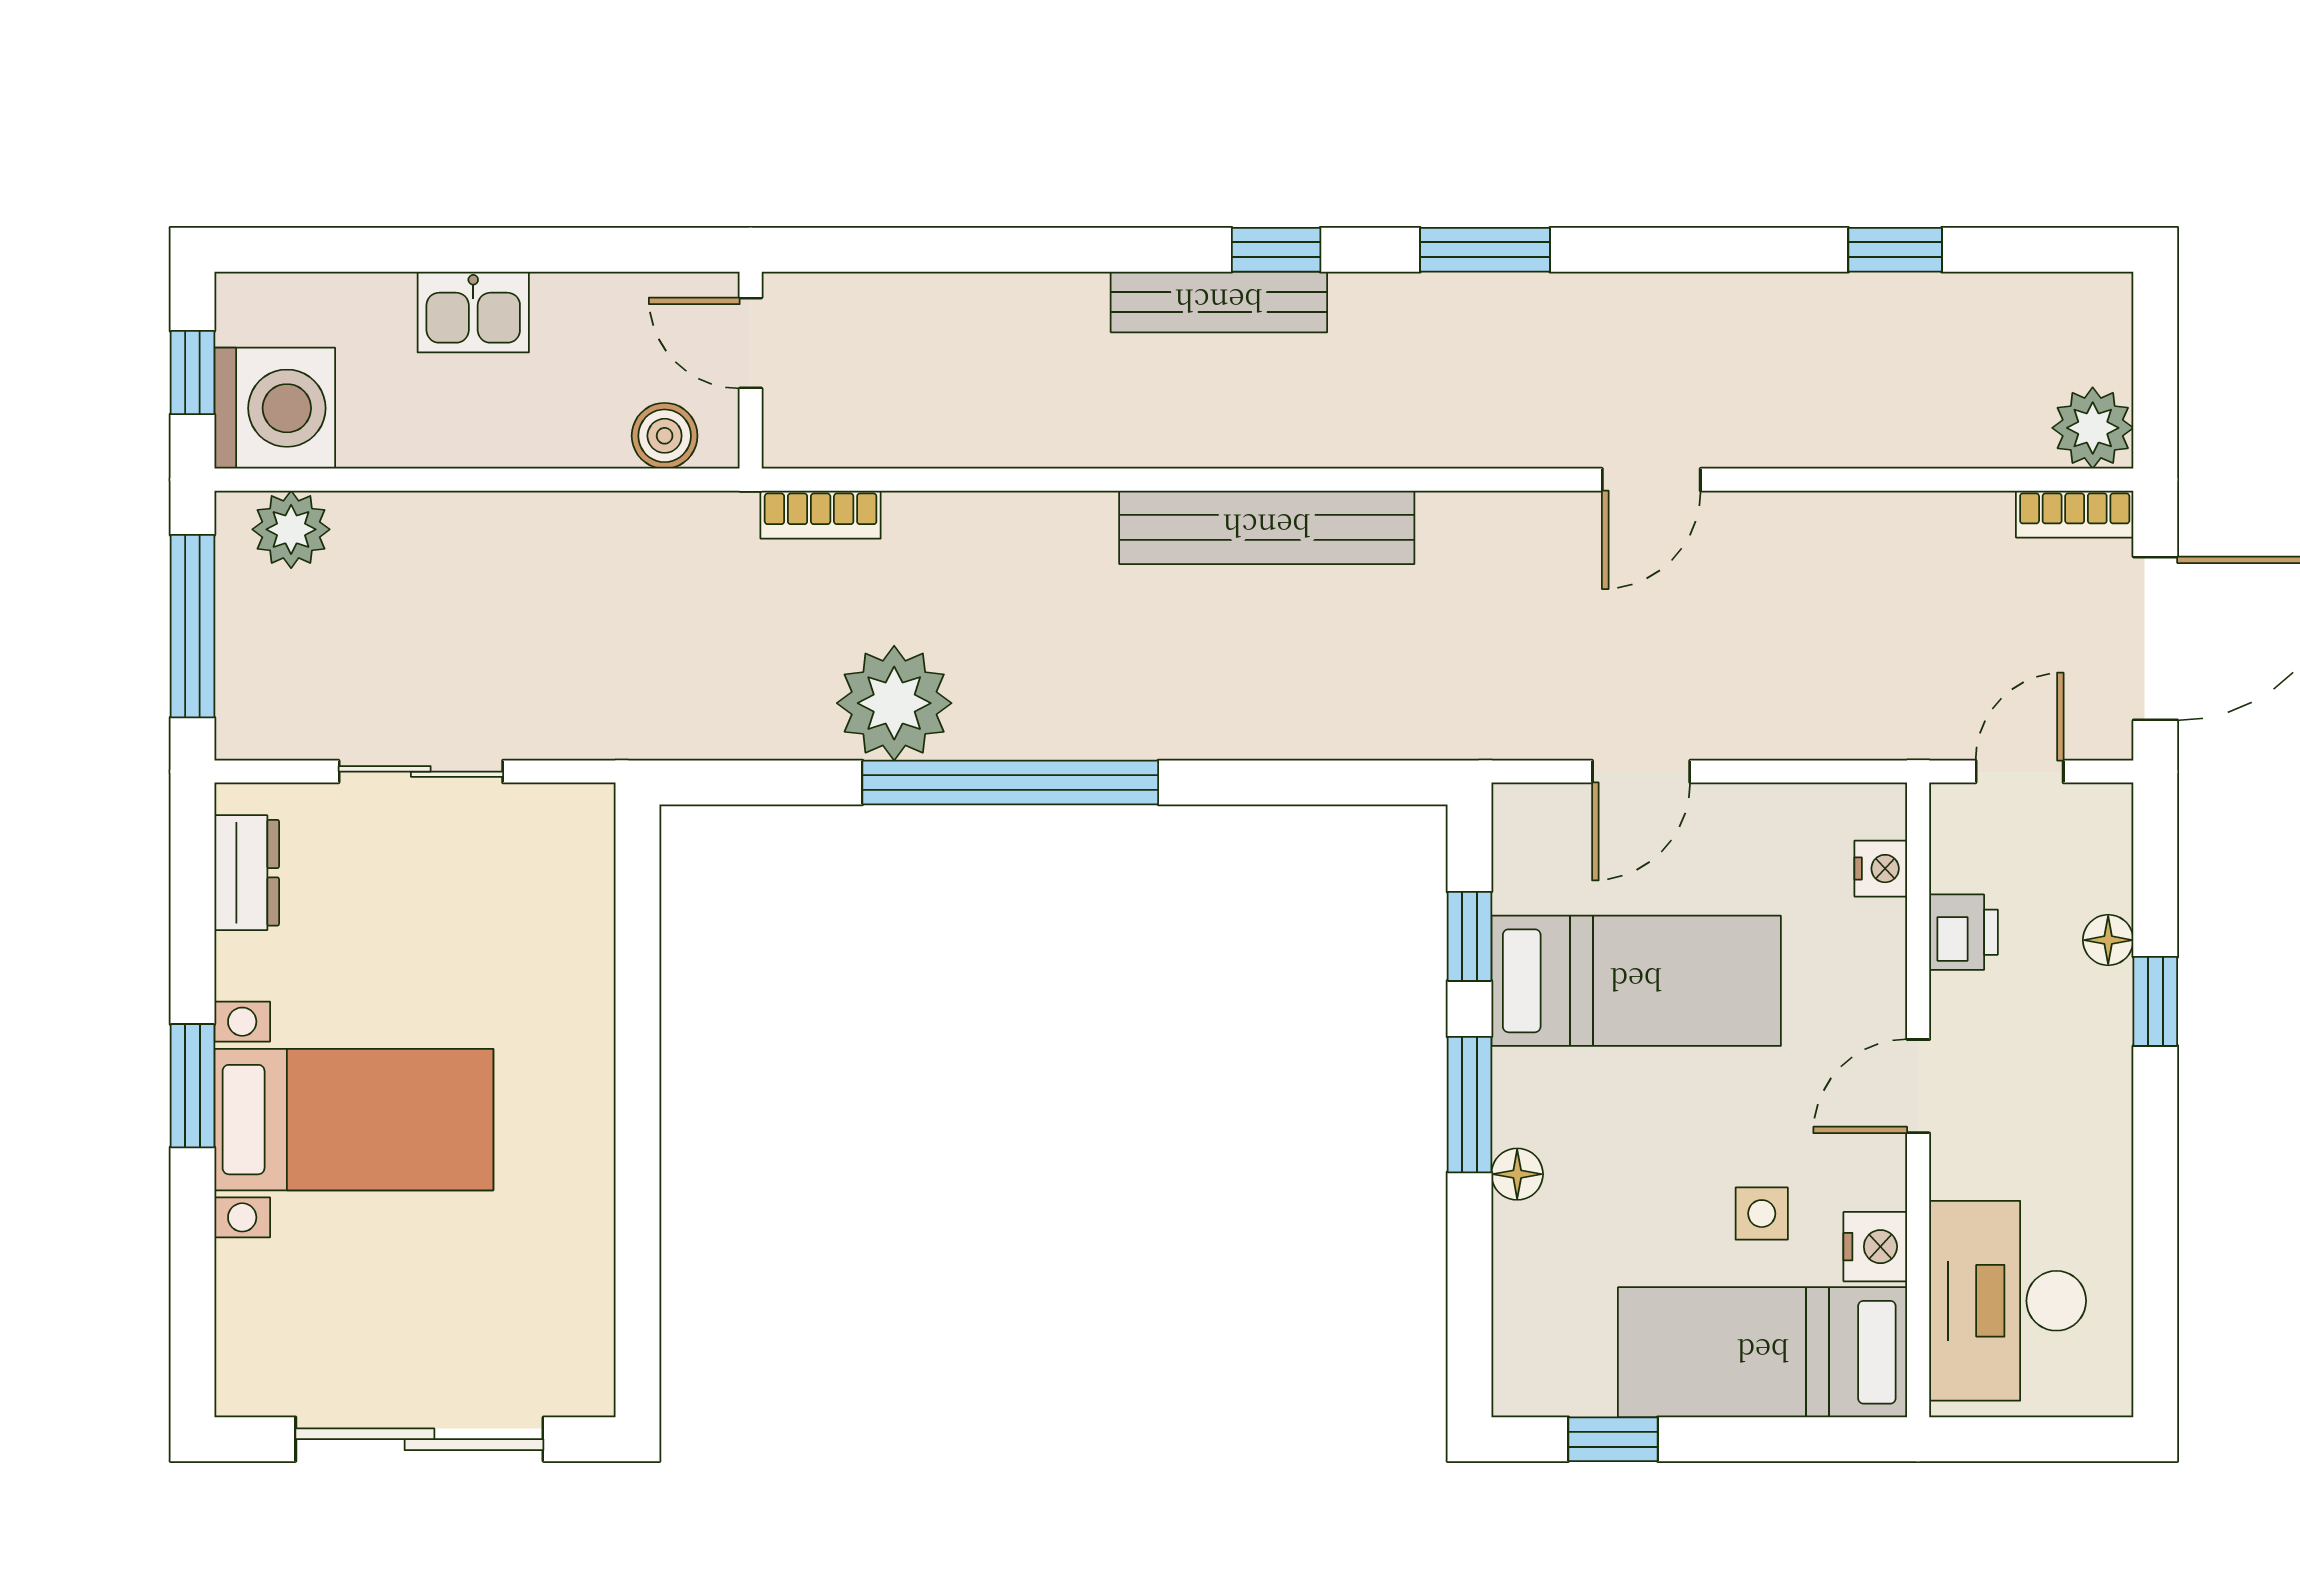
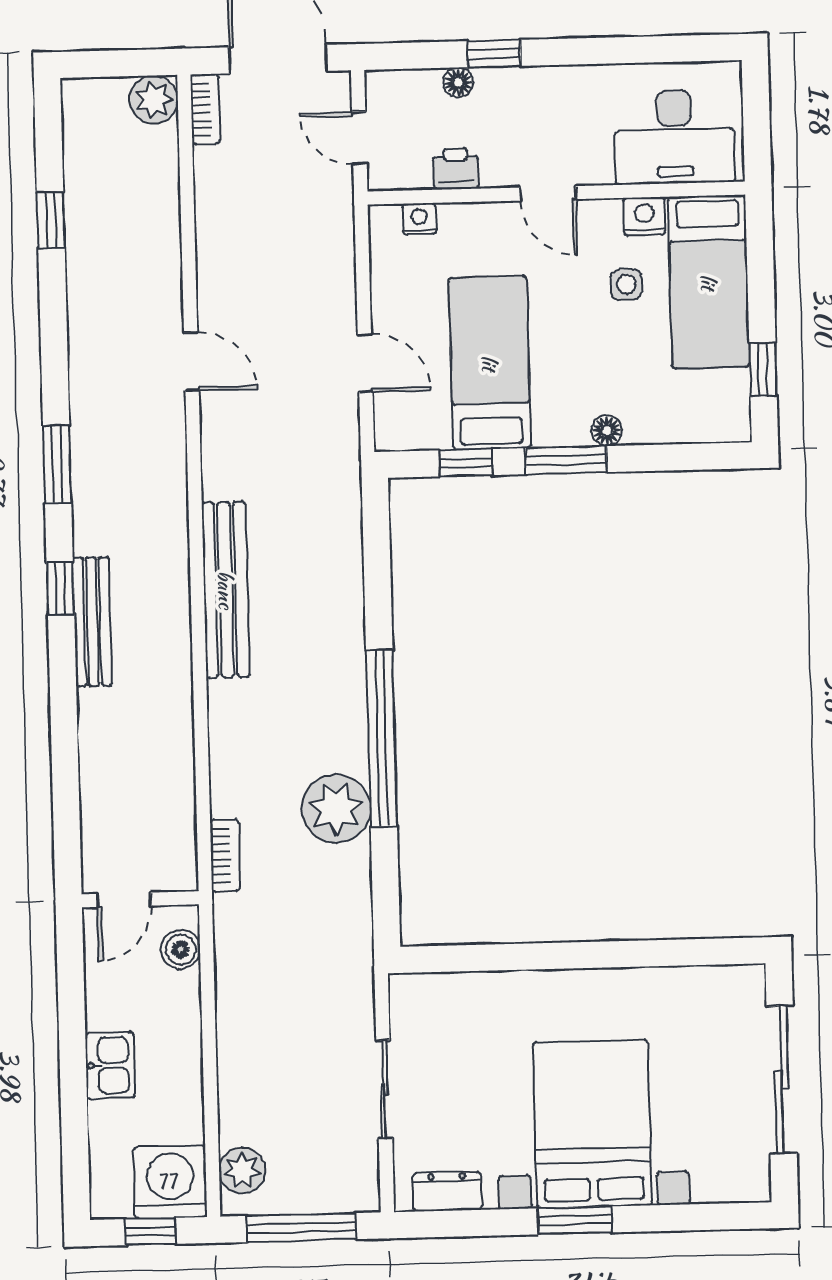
bed with nightstands: (354, 1120) -> (592, 1124), width x1.36

